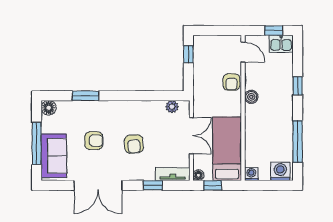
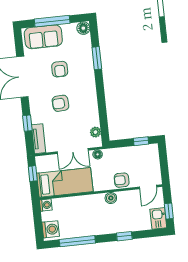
floor lamp: (198, 175) -> (98, 154), moved

